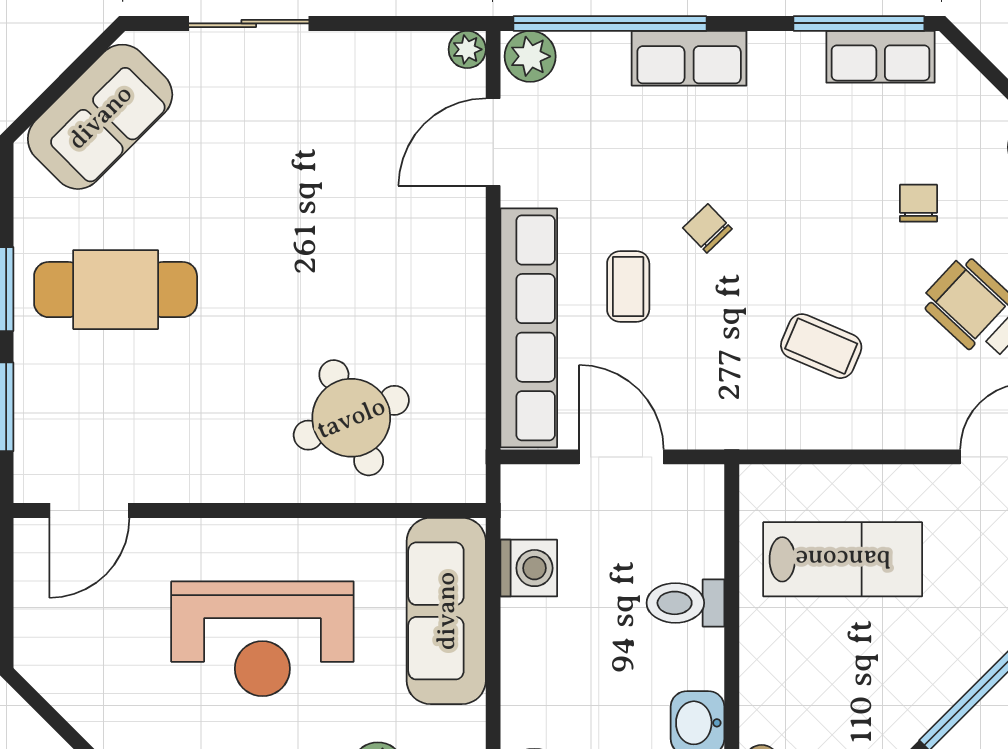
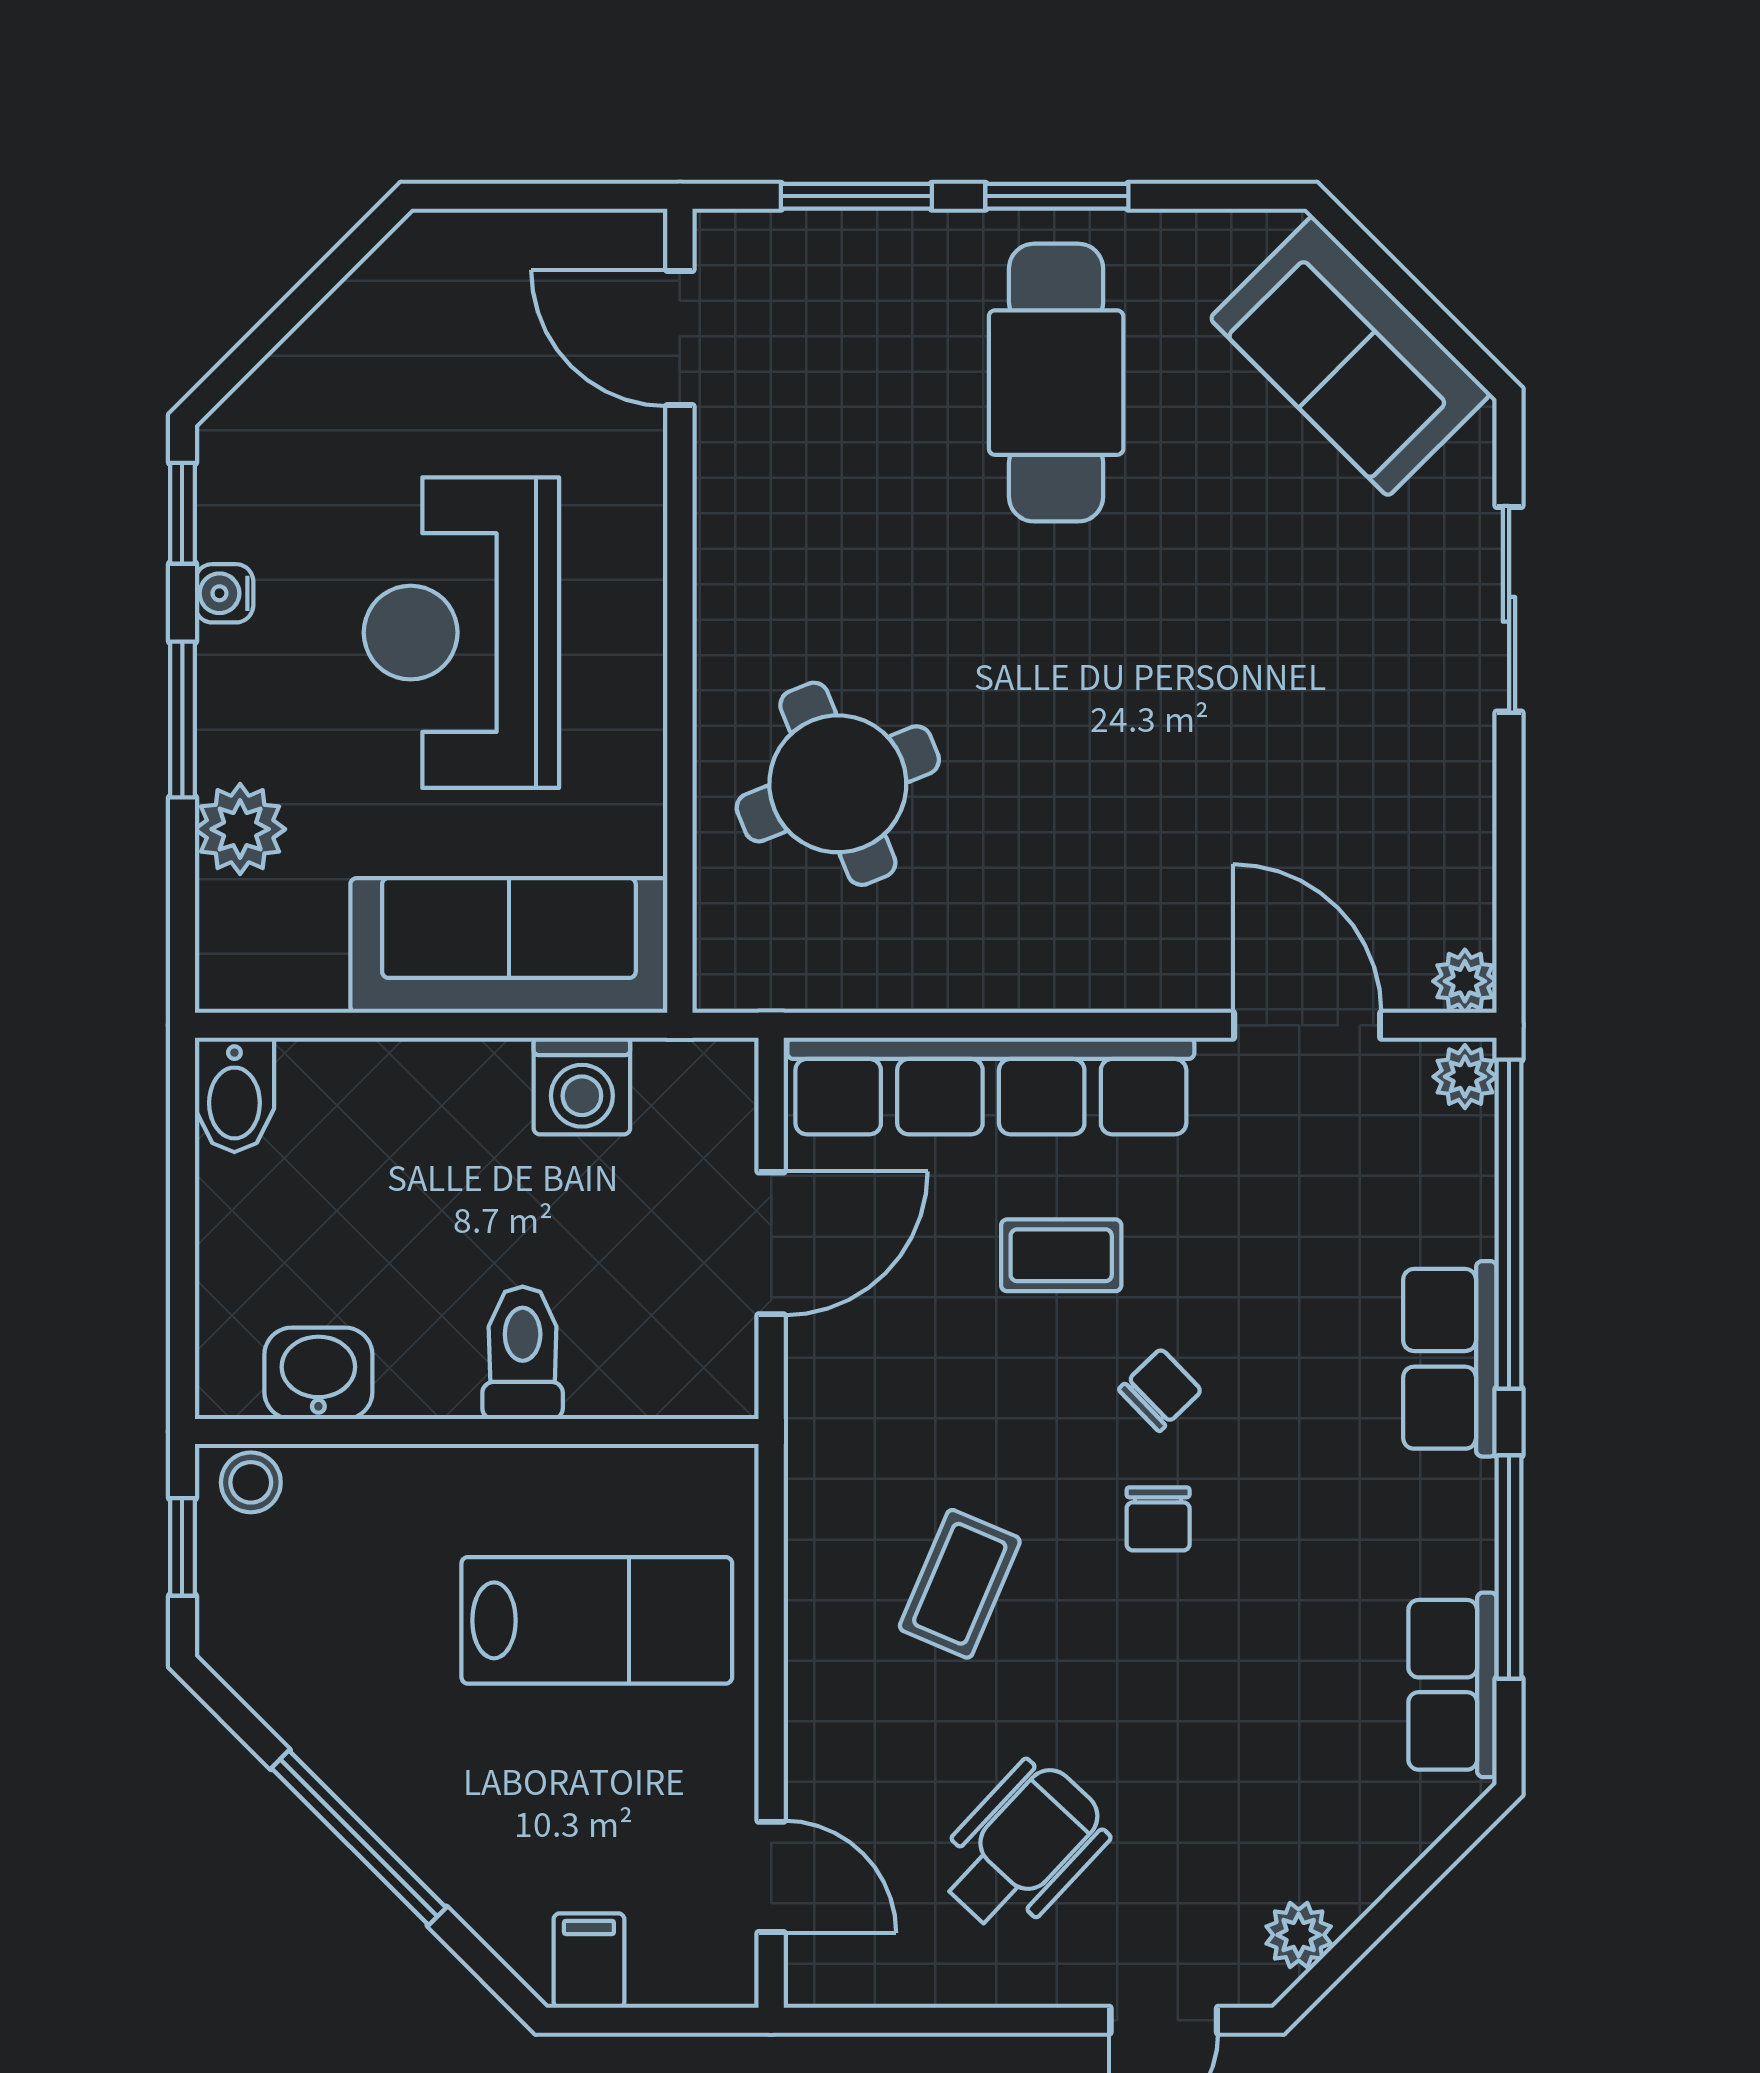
window: (859, 23) -> (1509, 1567), moved
plant: (530, 56) -> (1465, 1077), width x0.73, depth x0.73
chair: (918, 203) -> (1158, 1519), moved, turned 90
lab bench: (843, 559) -> (597, 1620), turned -90

